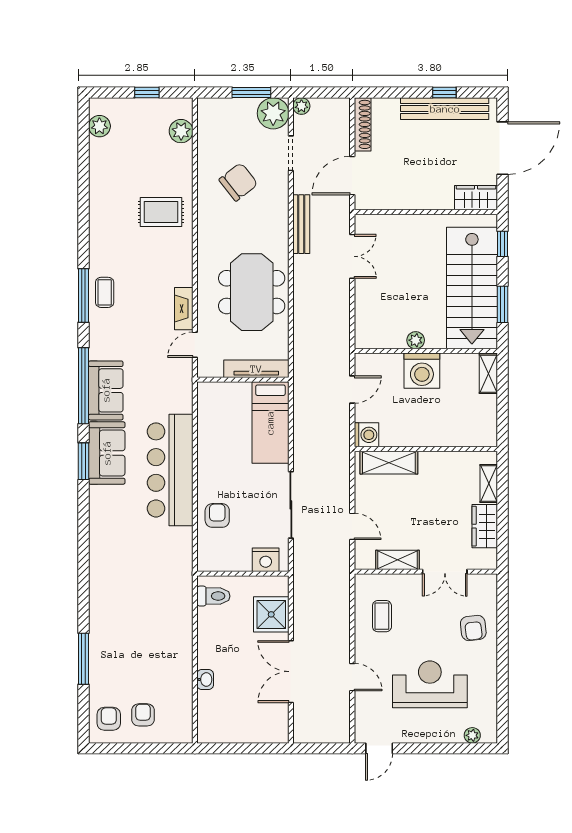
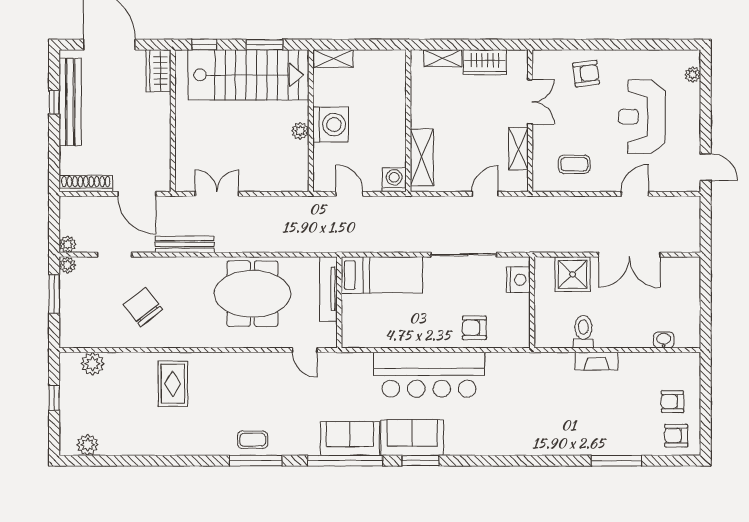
plant: (273, 113) -> (68, 265), width x0.53, depth x0.53
fireplace: (184, 309) -> (597, 361), moved
toilet: (213, 596) -> (583, 332), moved
washbasin: (205, 680) -> (664, 340), moved

